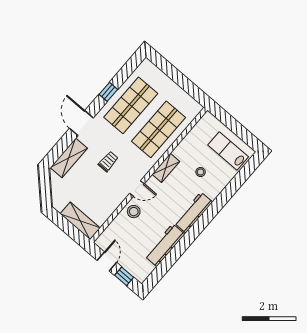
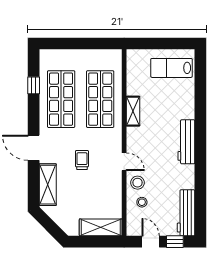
window: (108, 92) -> (34, 85), moved
shelving: (166, 168) -> (133, 111), moved
stool: (201, 172) -> (142, 202), moved
door: (137, 189) -> (124, 162), hinge flipped
workbench: (165, 245) -> (186, 213), moved

